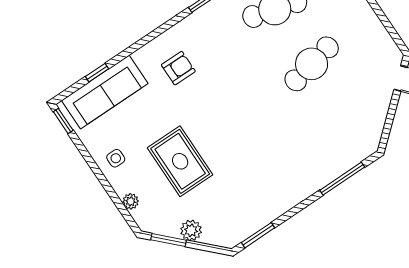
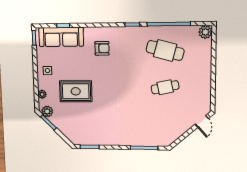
cafe table: (312, 64) -> (165, 87), width x0.73, depth x0.74
rug: (180, 161) -> (76, 91), turned 90
plant: (191, 230) -> (47, 111), moved

